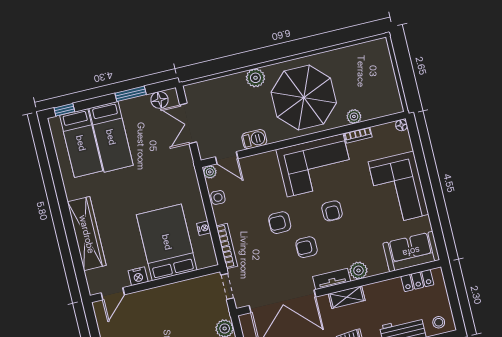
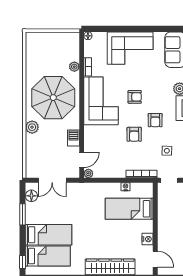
side table: (218, 197) -> (167, 151), moved
bed: (167, 242) -> (129, 209), width x0.67

